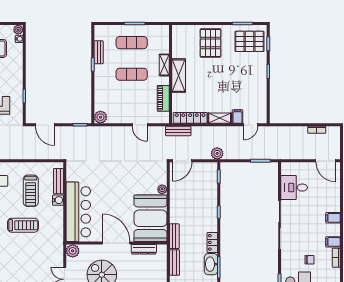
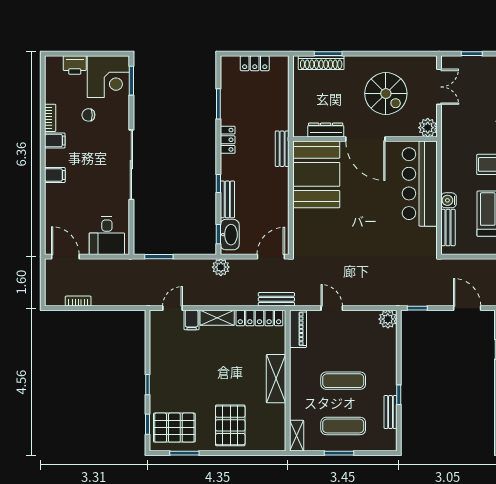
shelving: (164, 65) -> (297, 436), moved
piano: (163, 98) -> (298, 329), moved
desk: (294, 188) -> (107, 236), moved, turned 90
plant: (162, 189) -> (299, 216), removed
bench: (174, 262) -> (227, 199), moved
washbasin: (211, 264) -> (230, 235), moved

